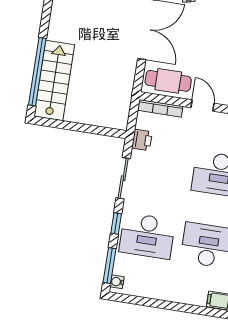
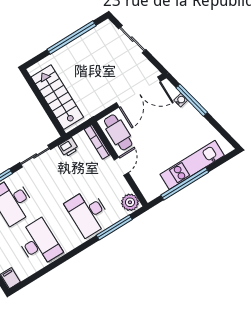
window: (37, 72) -> (72, 37), moved
stairs: (54, 81) -> (57, 97), moved, turned -90

